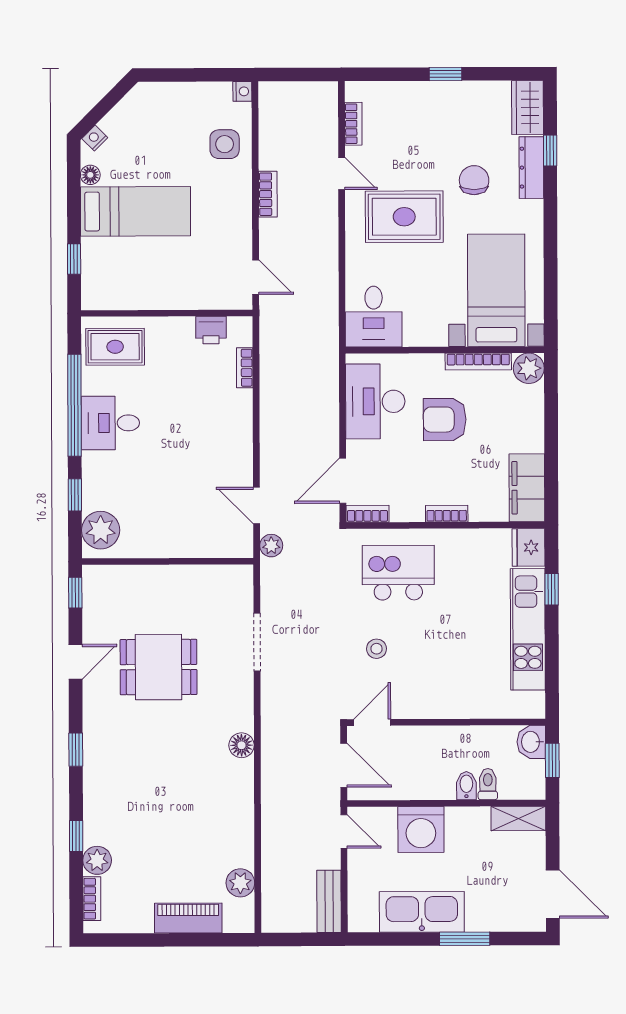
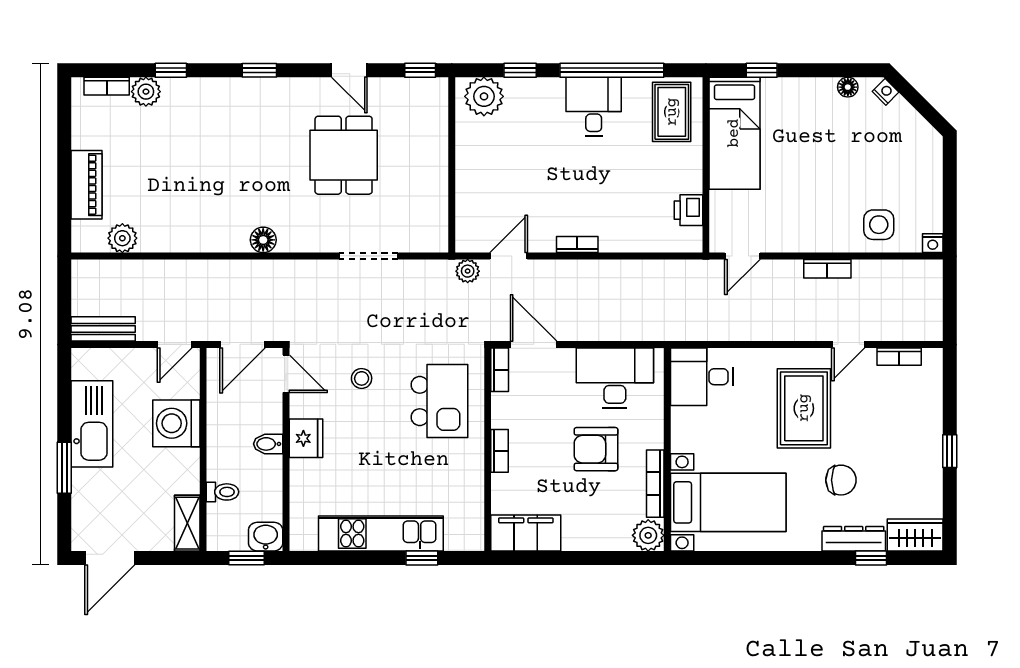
bed: (136, 211) -> (734, 133), moved
bookcase: (245, 368) -> (577, 245), moved
armchair: (445, 420) -> (596, 449), turned -90
fridge: (528, 547) -> (306, 438), moved, turned 90
bidet: (466, 786) -> (268, 444), moved, turned 180

